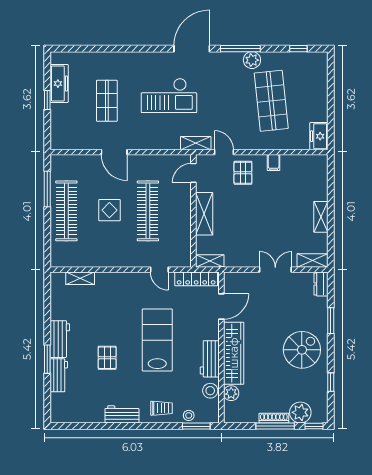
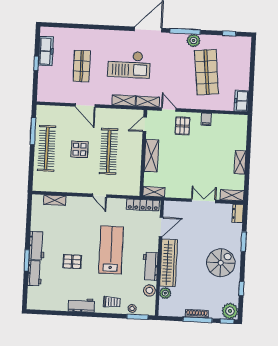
shelving: (164, 143) -> (124, 100), added
door: (159, 270) -> (100, 196), moved
pallet: (107, 358) -> (72, 262), turned 90
plant: (300, 412) -> (230, 311), moved

